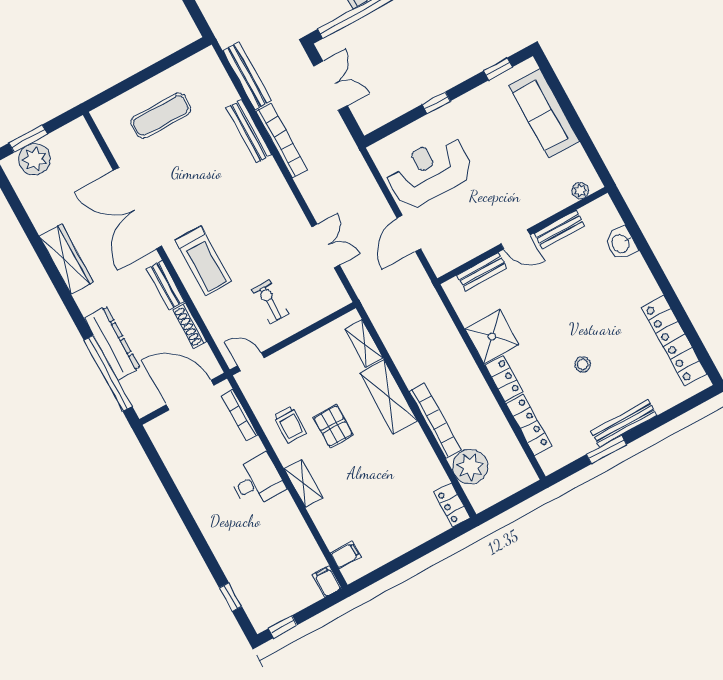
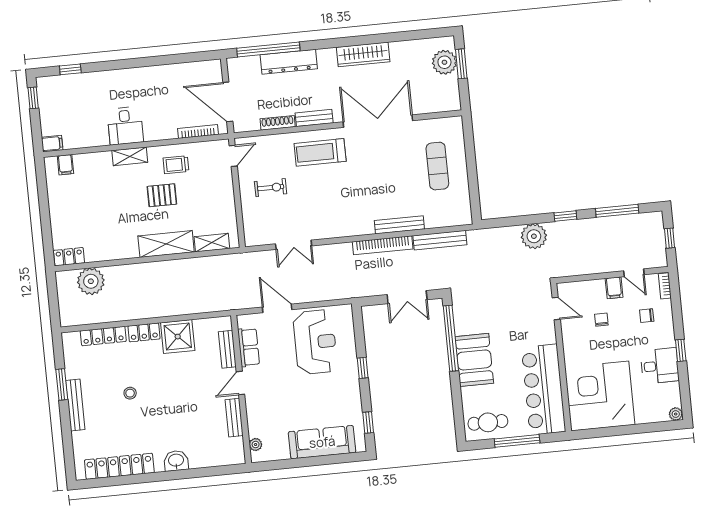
washbasin: (621, 243) -> (176, 461), moved
row of seats: (469, 248) -> (249, 347), added
door: (190, 395) -> (228, 102), swing flipped
bookcase: (435, 420) -> (135, 270), removed
desk: (257, 481) -> (125, 126), moved

